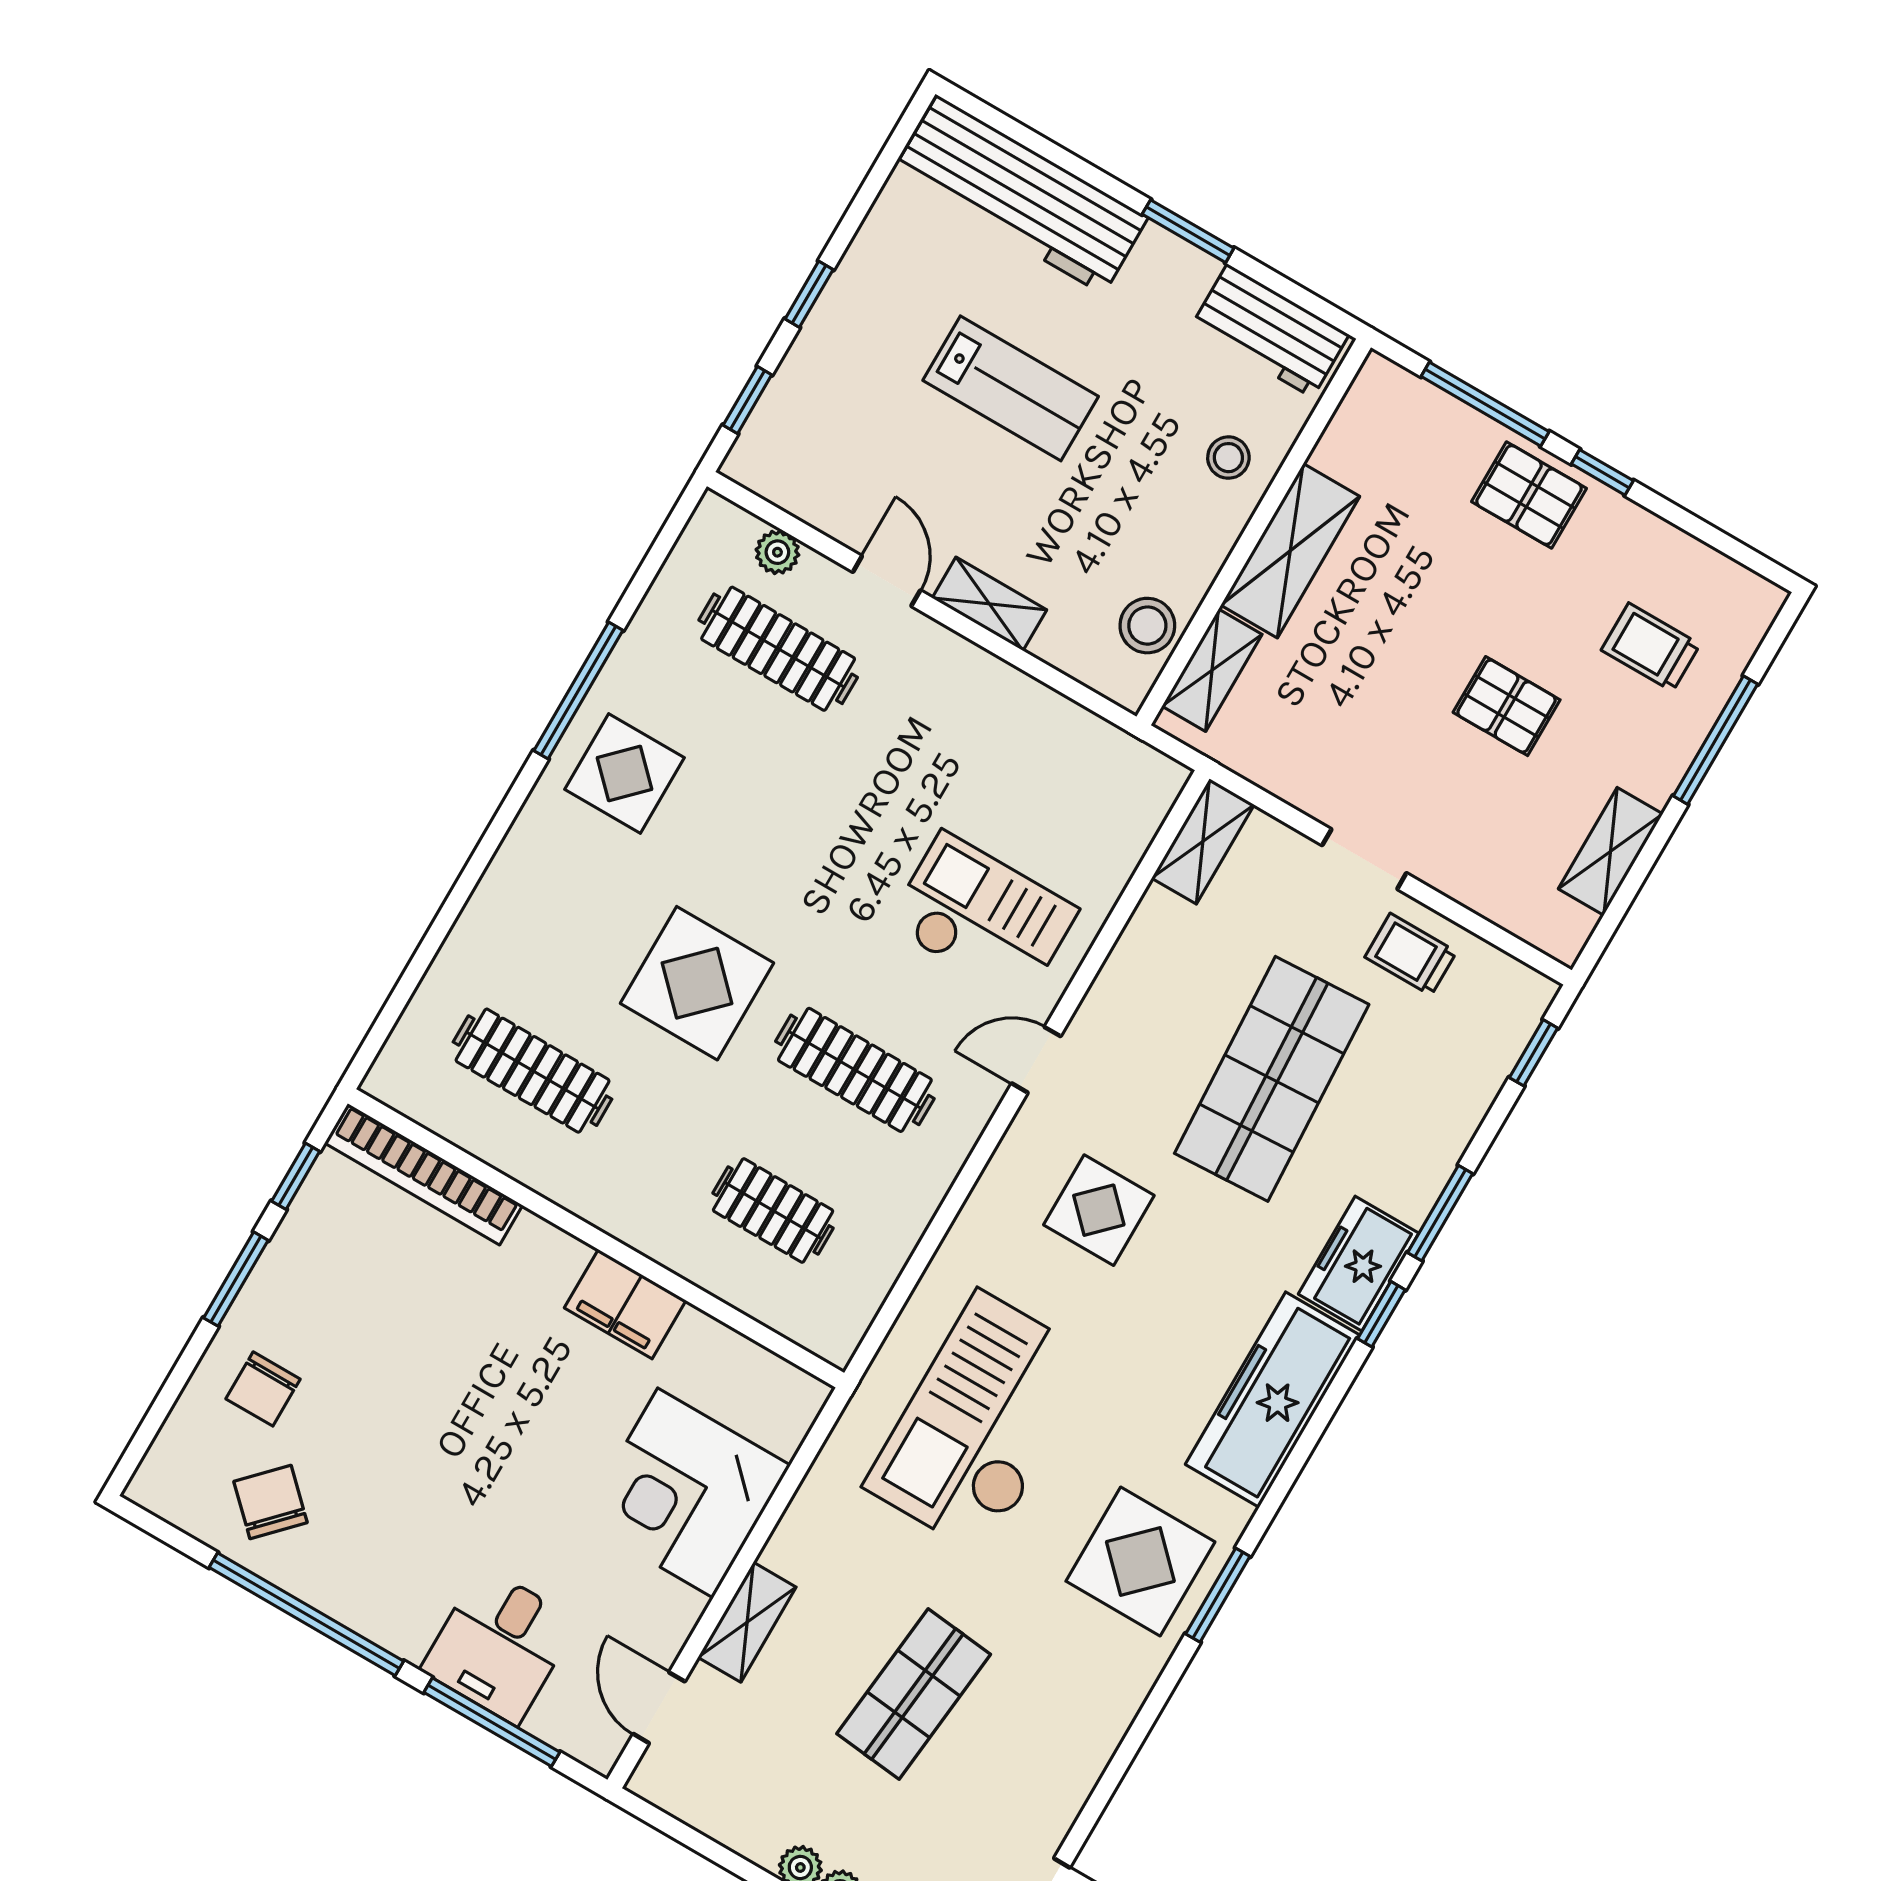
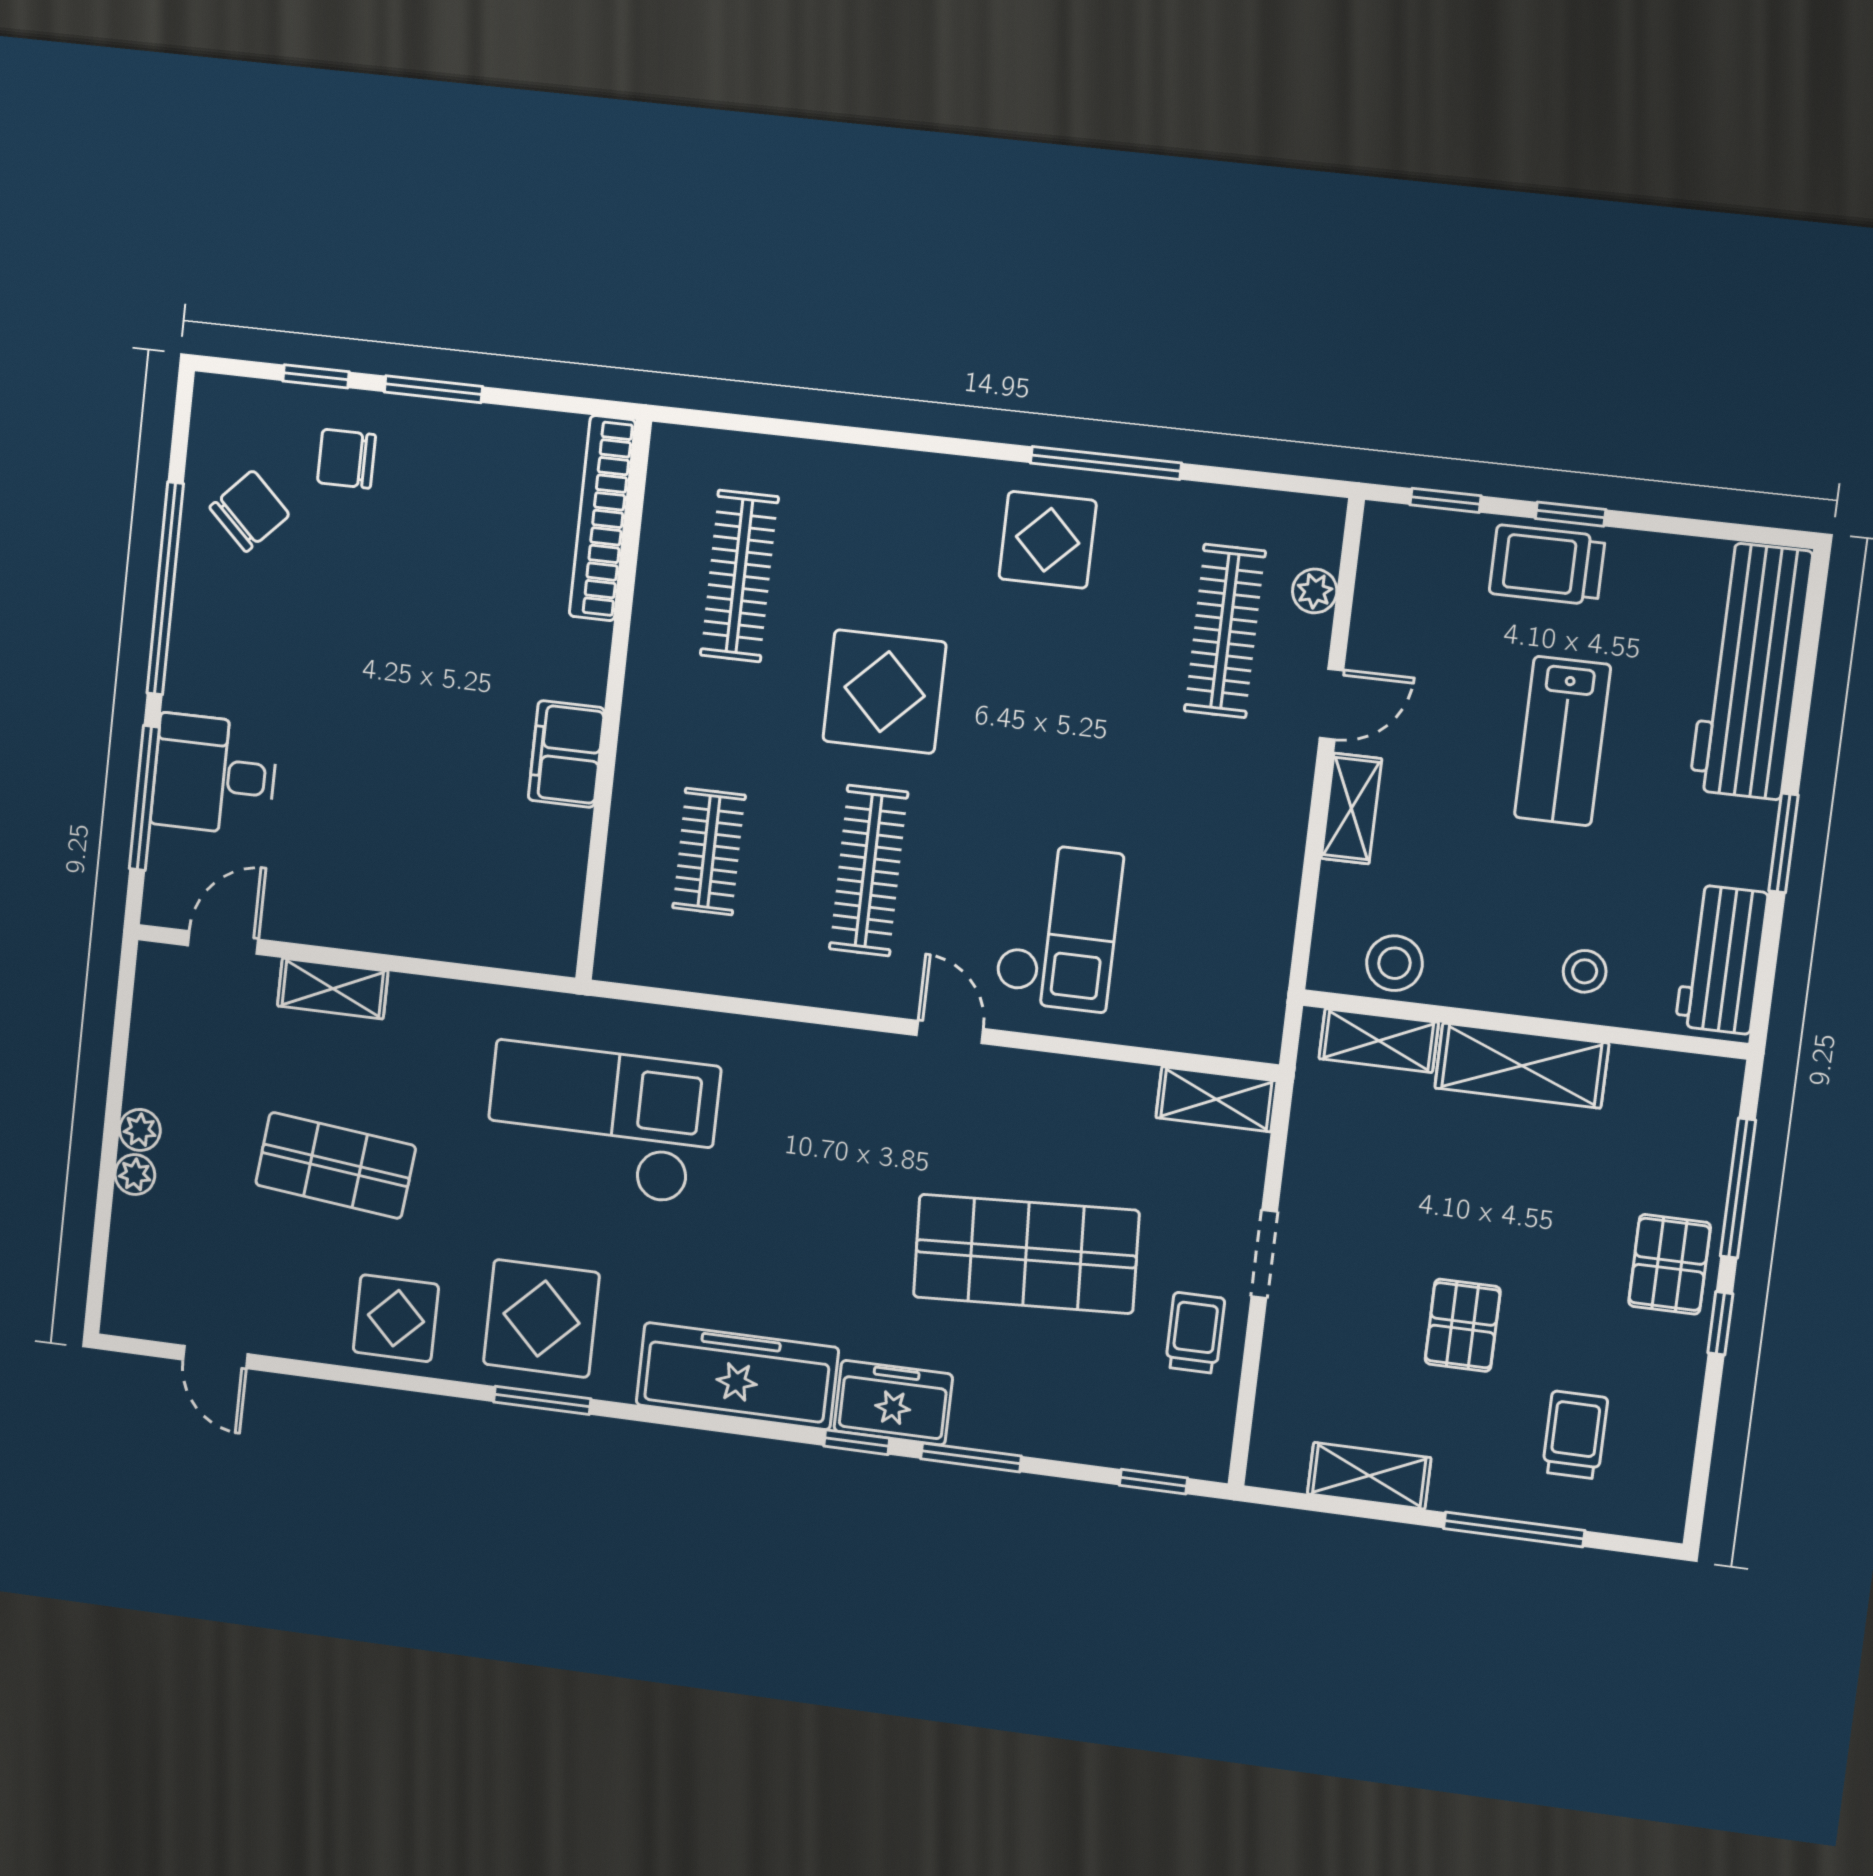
trolley: (846, 334) -> (1547, 565), added
window: (296, 1176) -> (316, 376), moved
display table: (1099, 1210) -> (396, 1318), moved
corner desk: (685, 1493) -> (422, 883), removed

